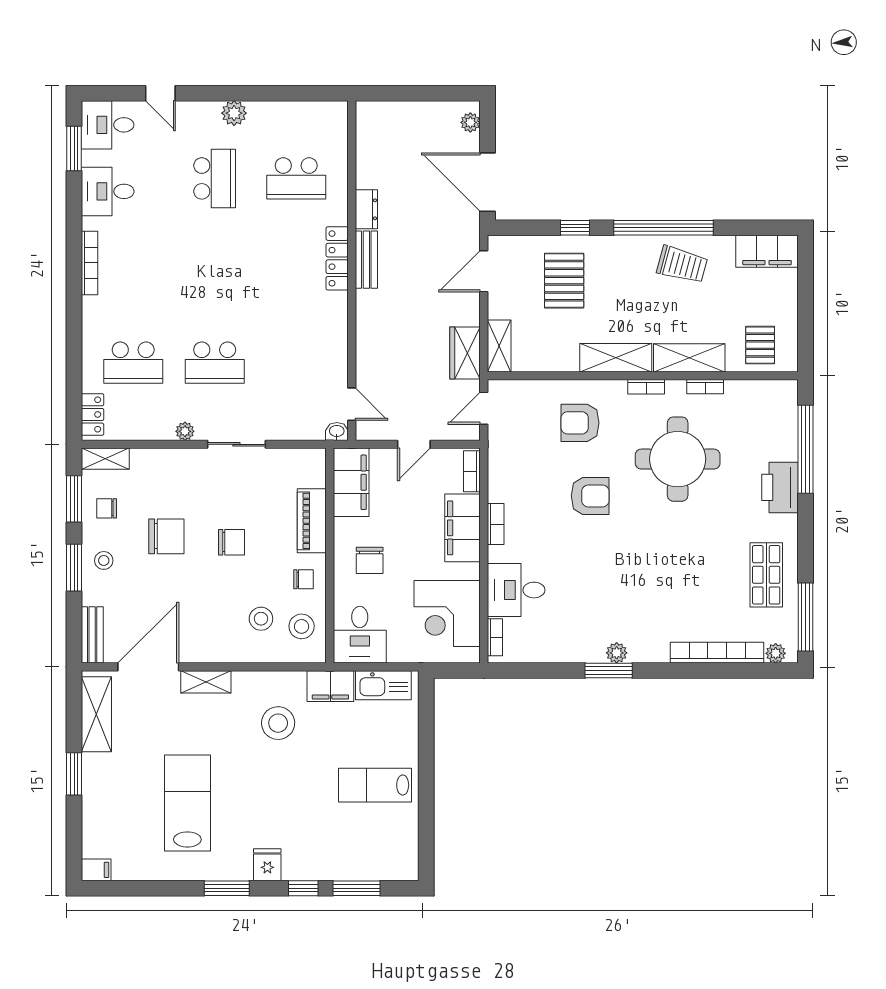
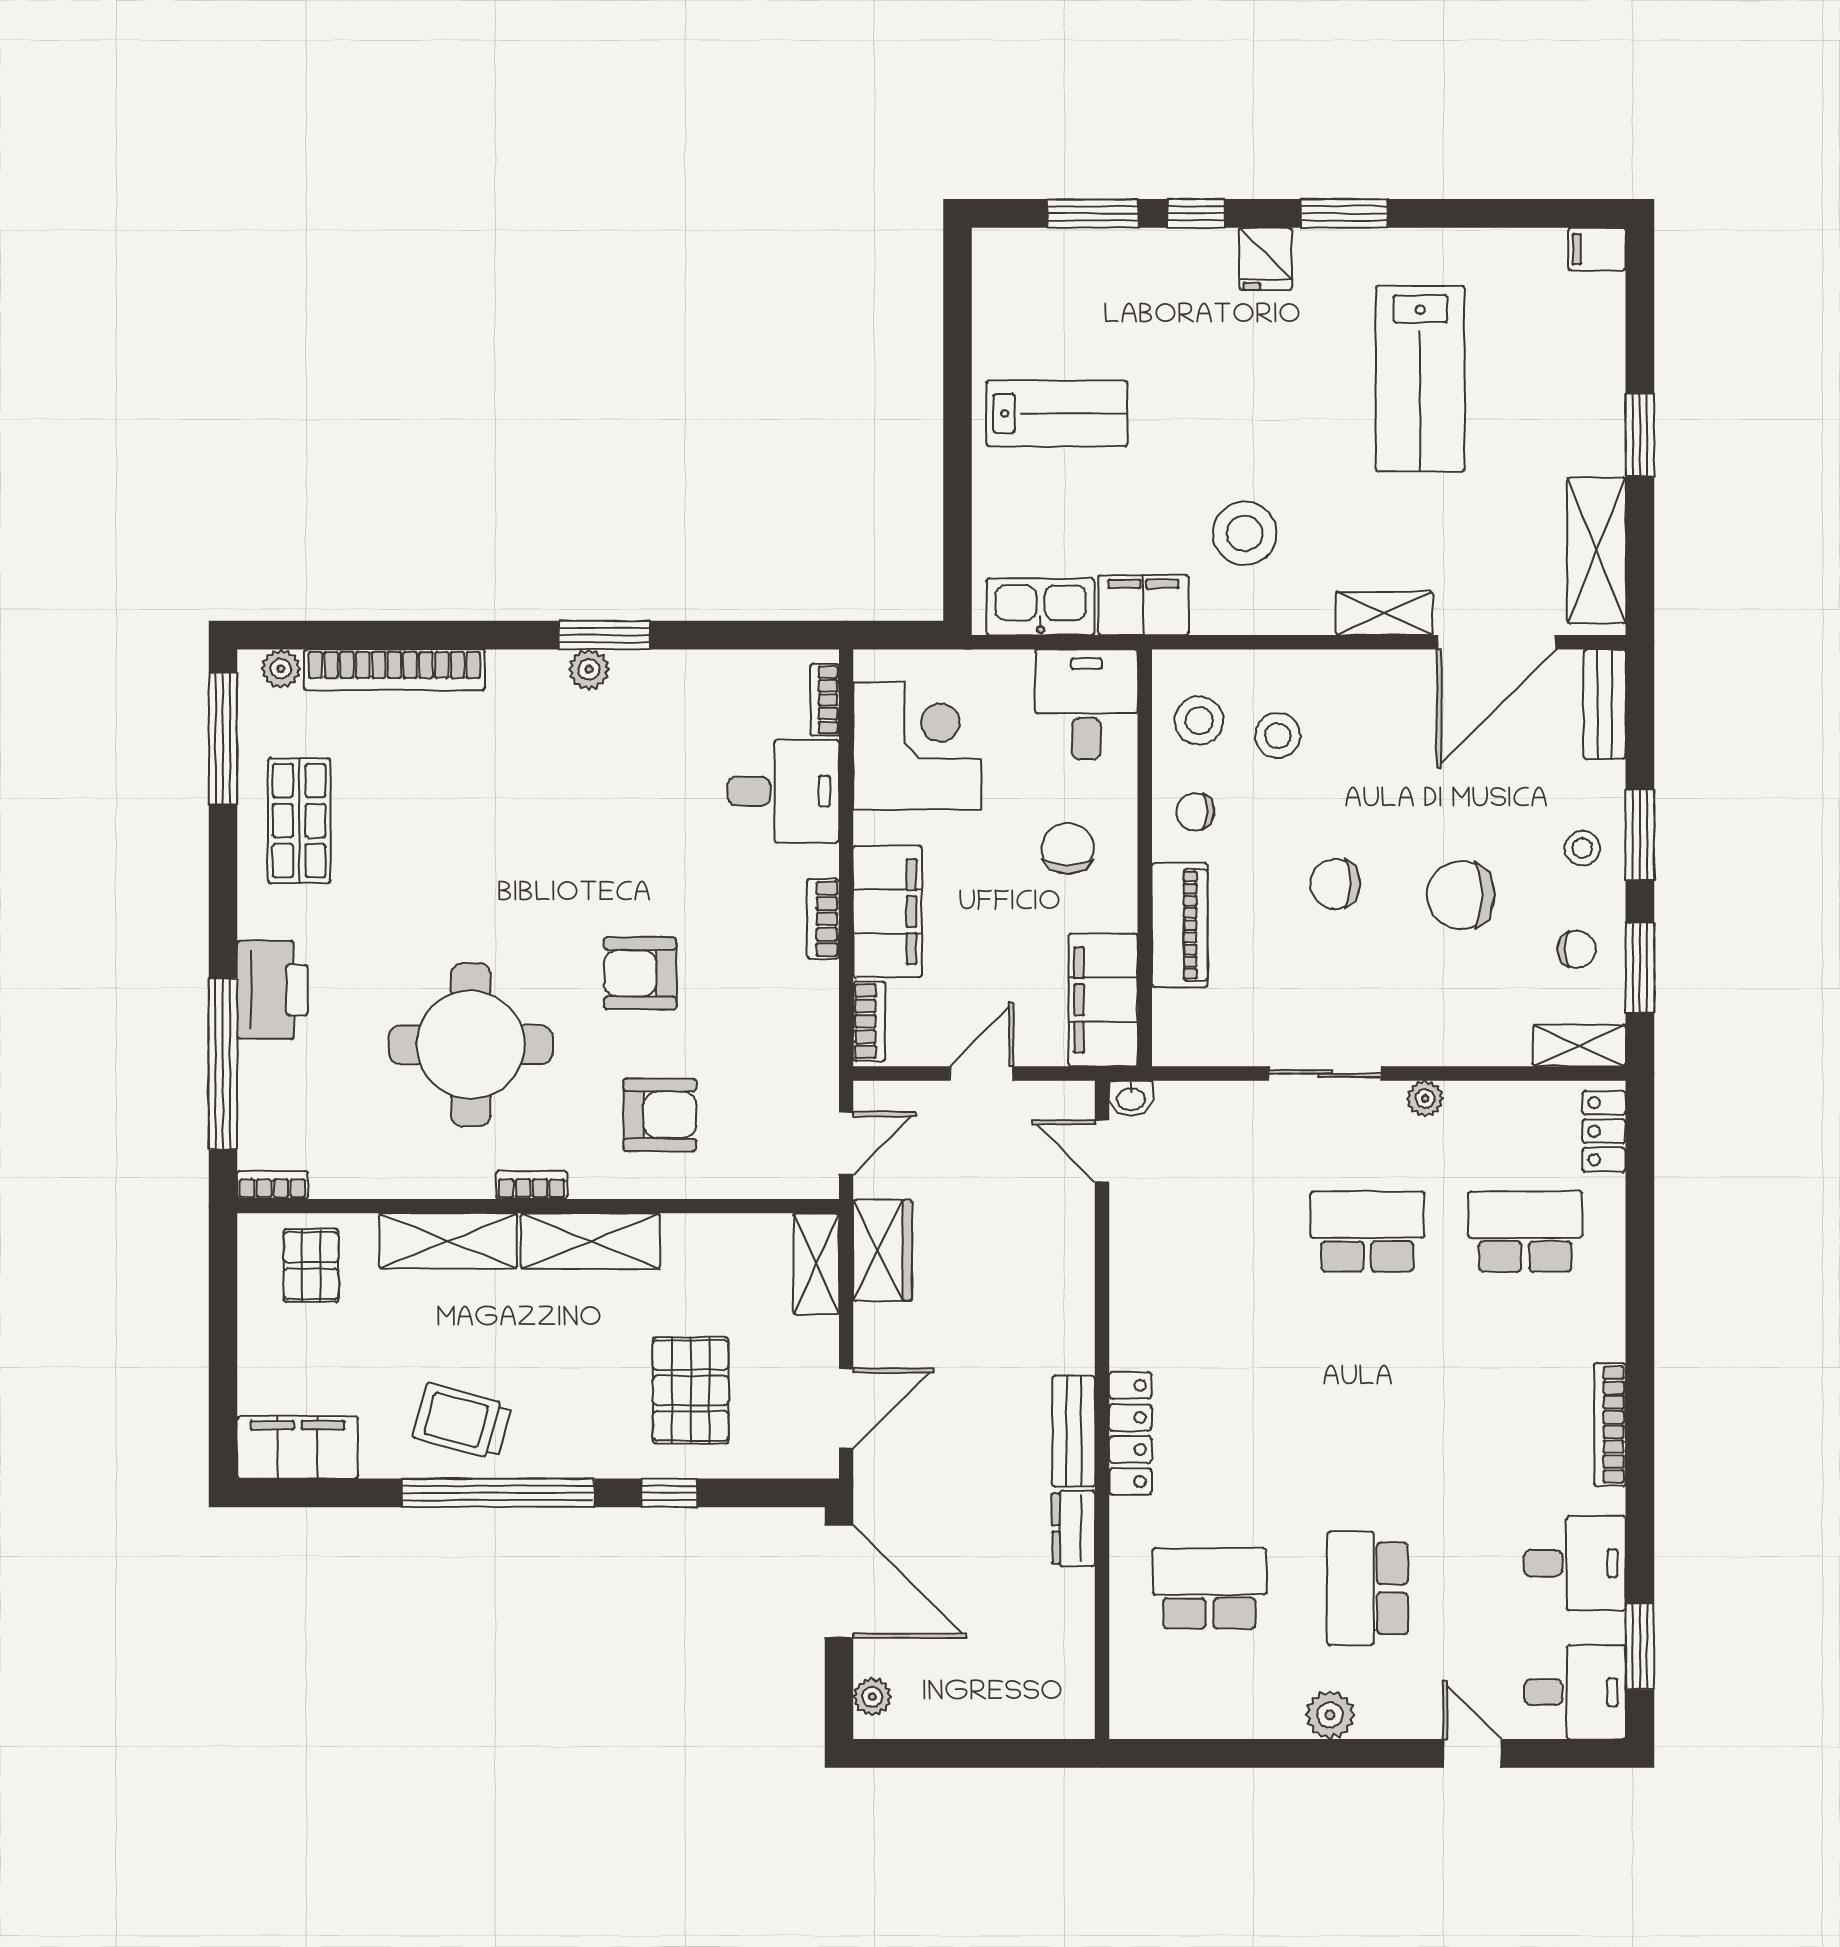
bookcase: (705, 387) -> (272, 1185), moved

